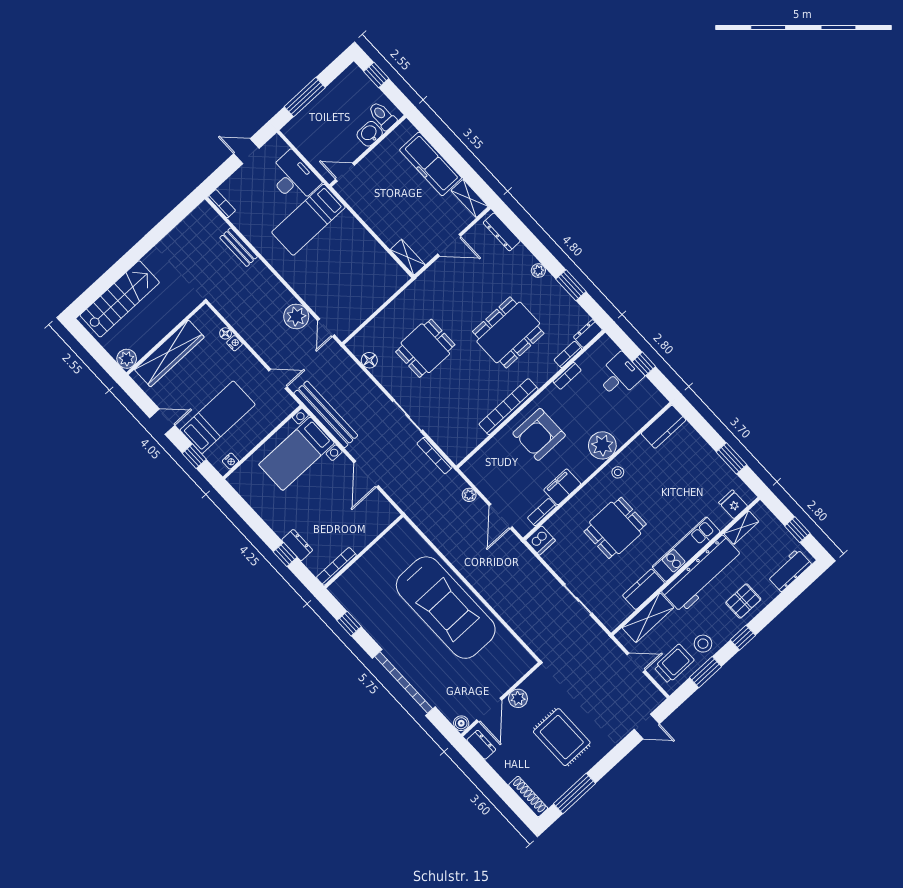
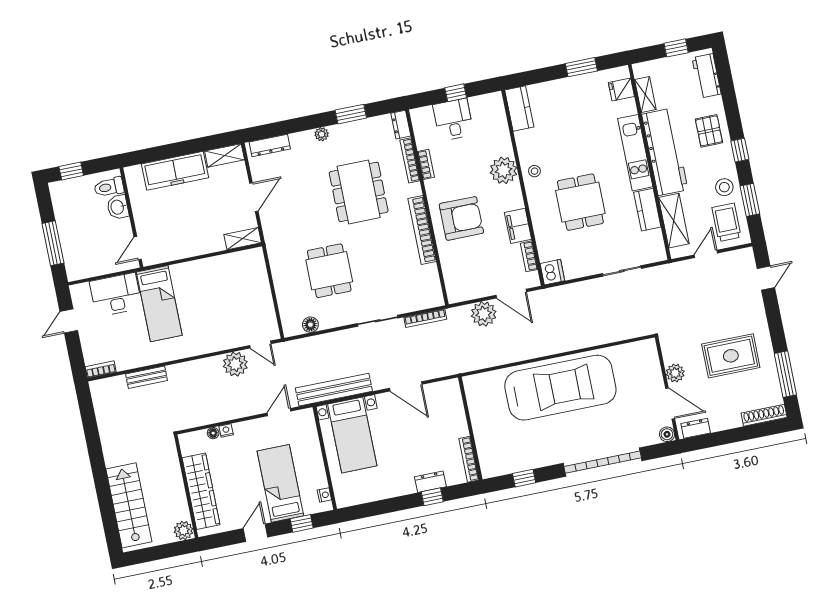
bookcase: (568, 354) -> (410, 160), width x1.56
armchair: (539, 434) -> (461, 218), turned -90
plant: (469, 495) -> (484, 314), width x1.87, depth x1.87

